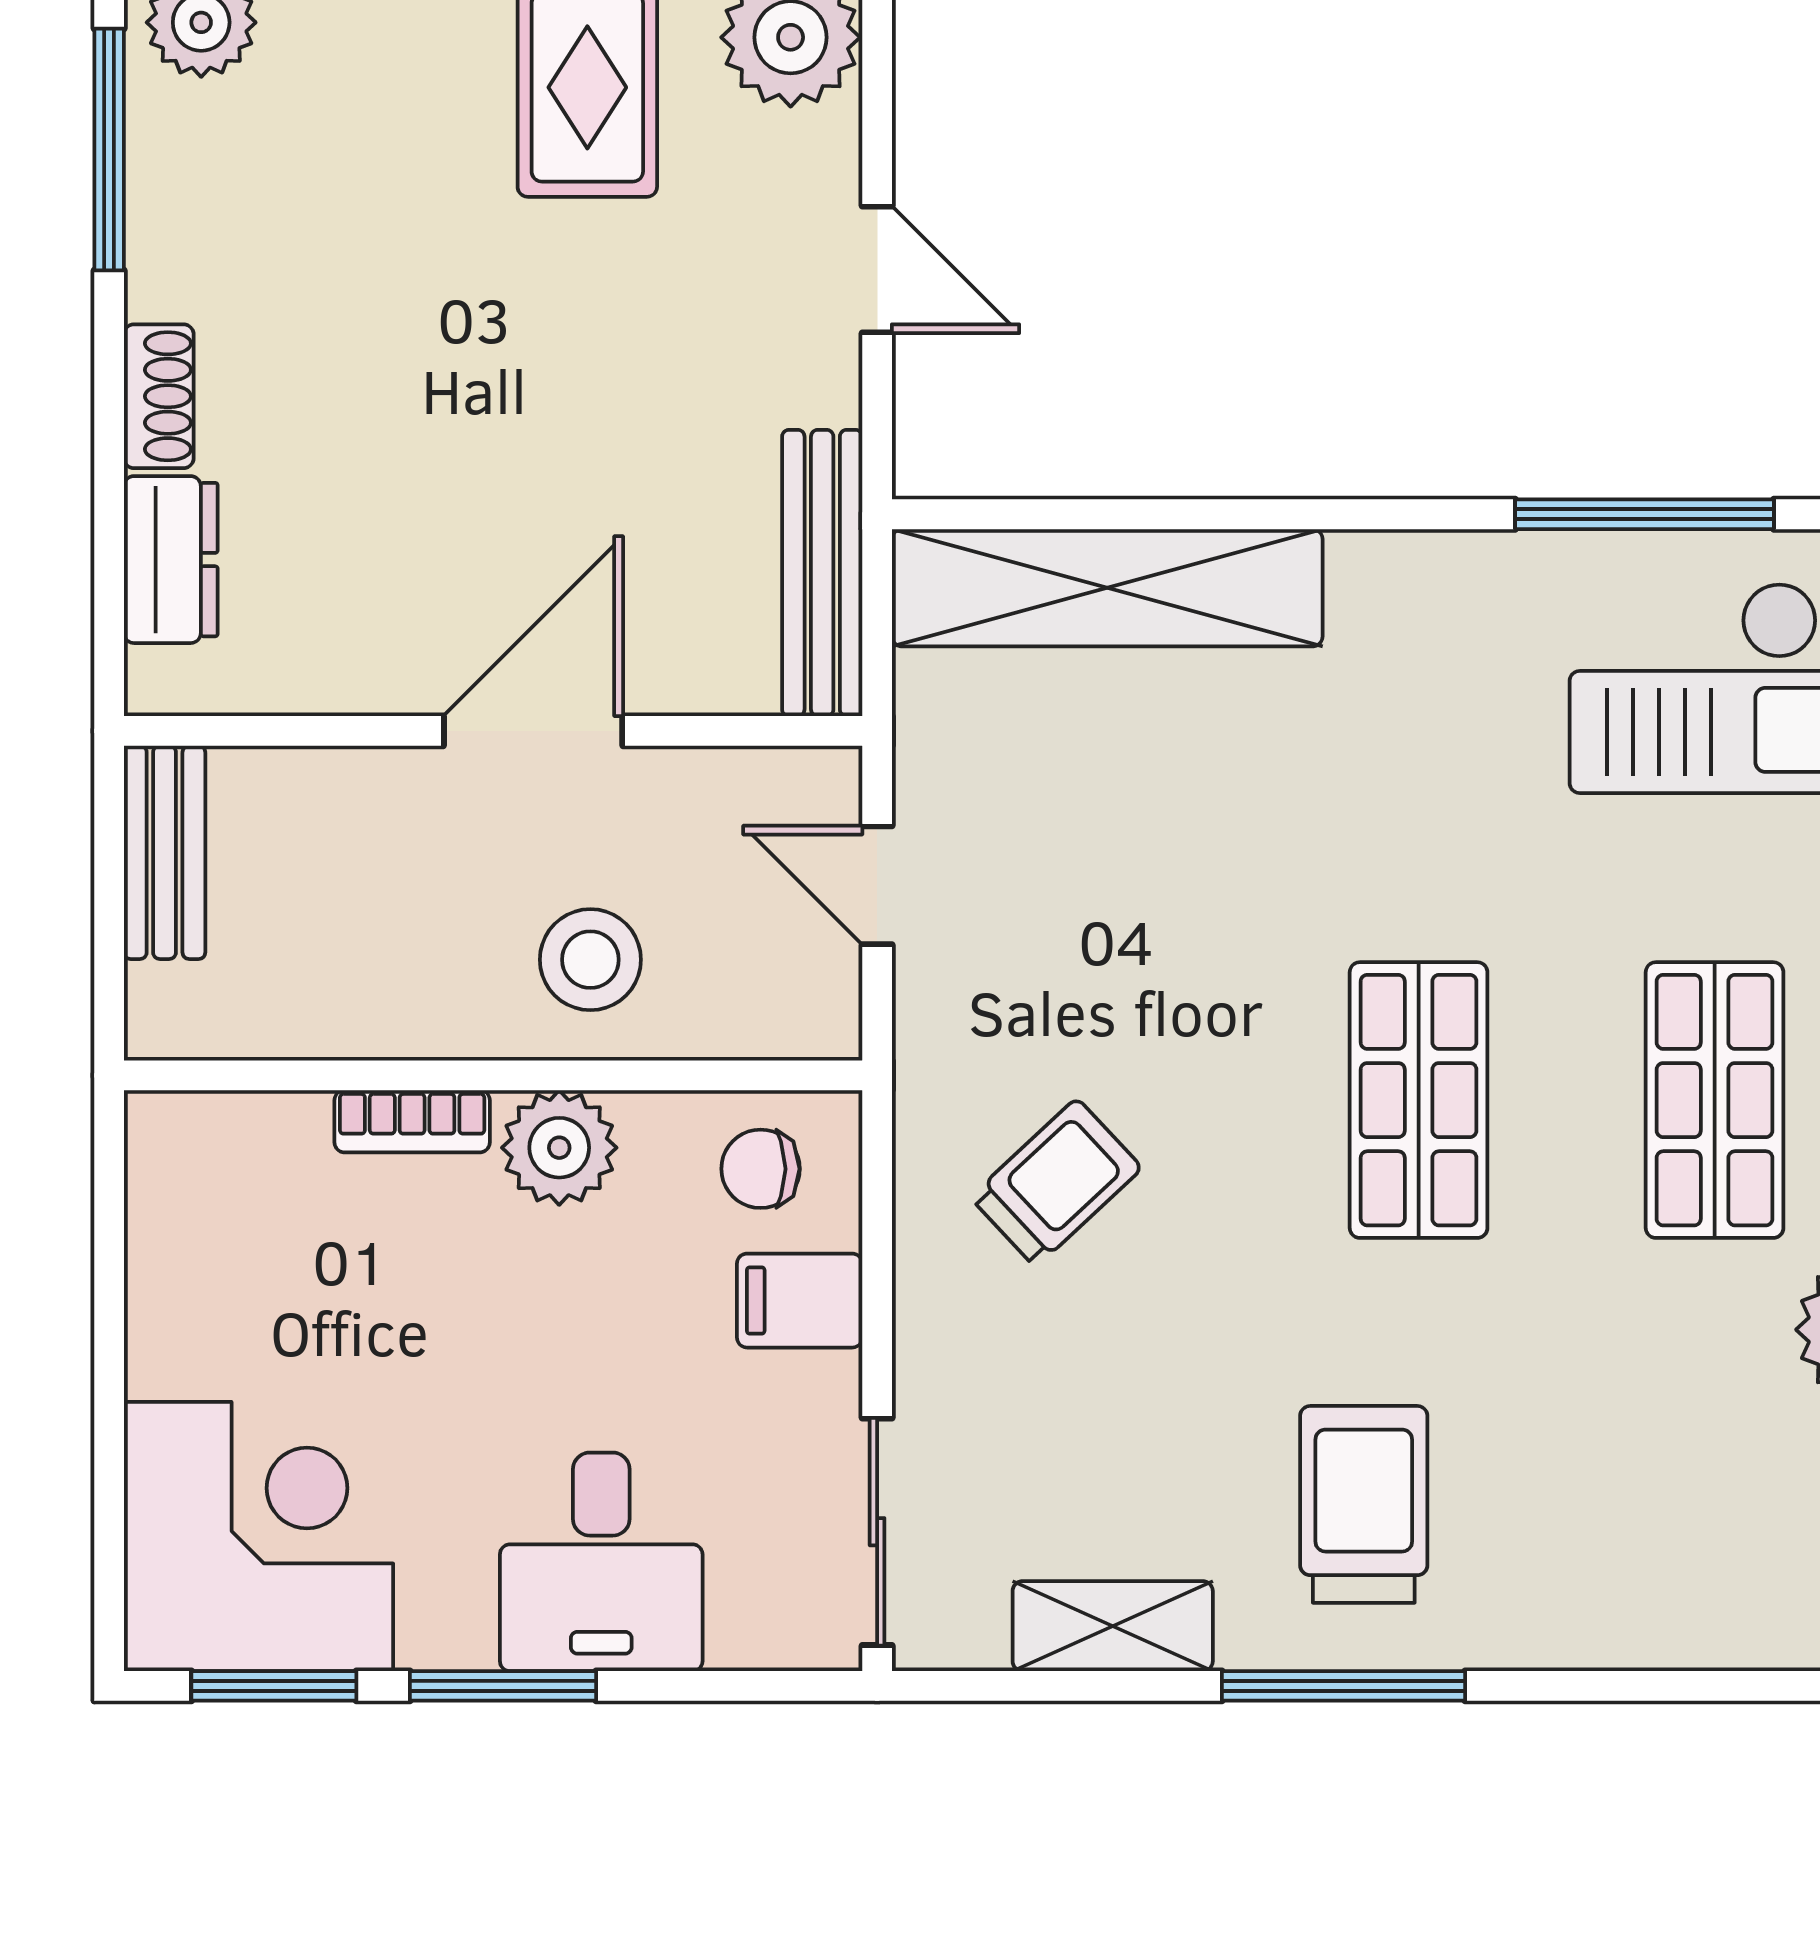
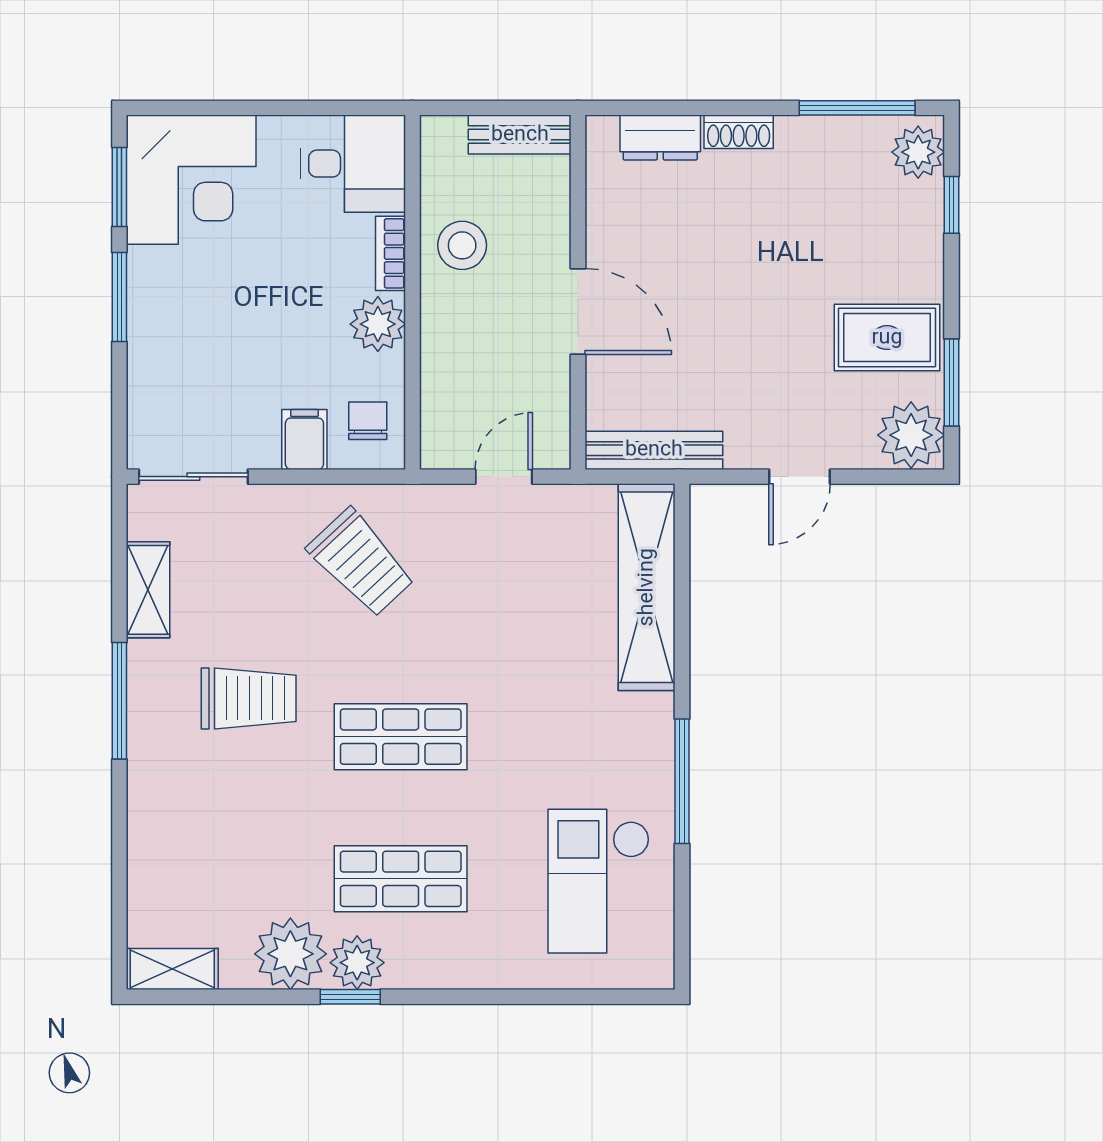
window: (1644, 514) -> (682, 781), moved
stool: (590, 960) -> (462, 245), moved
trolley: (1056, 1183) -> (361, 563), width x1.36, depth x1.39
trolley: (1364, 1504) -> (249, 698), moved
desk: (601, 1562) -> (353, 164), moved, turned 180

